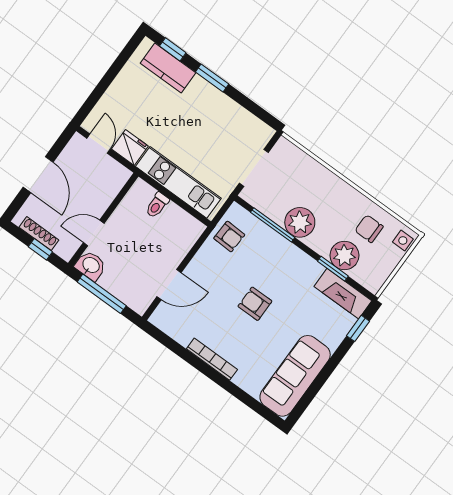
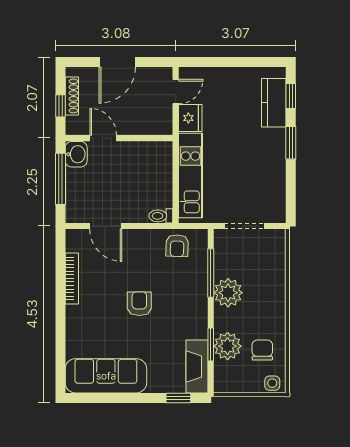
toilet: (157, 205) -> (161, 216), moved
bookcase: (212, 359) -> (72, 278), moved

